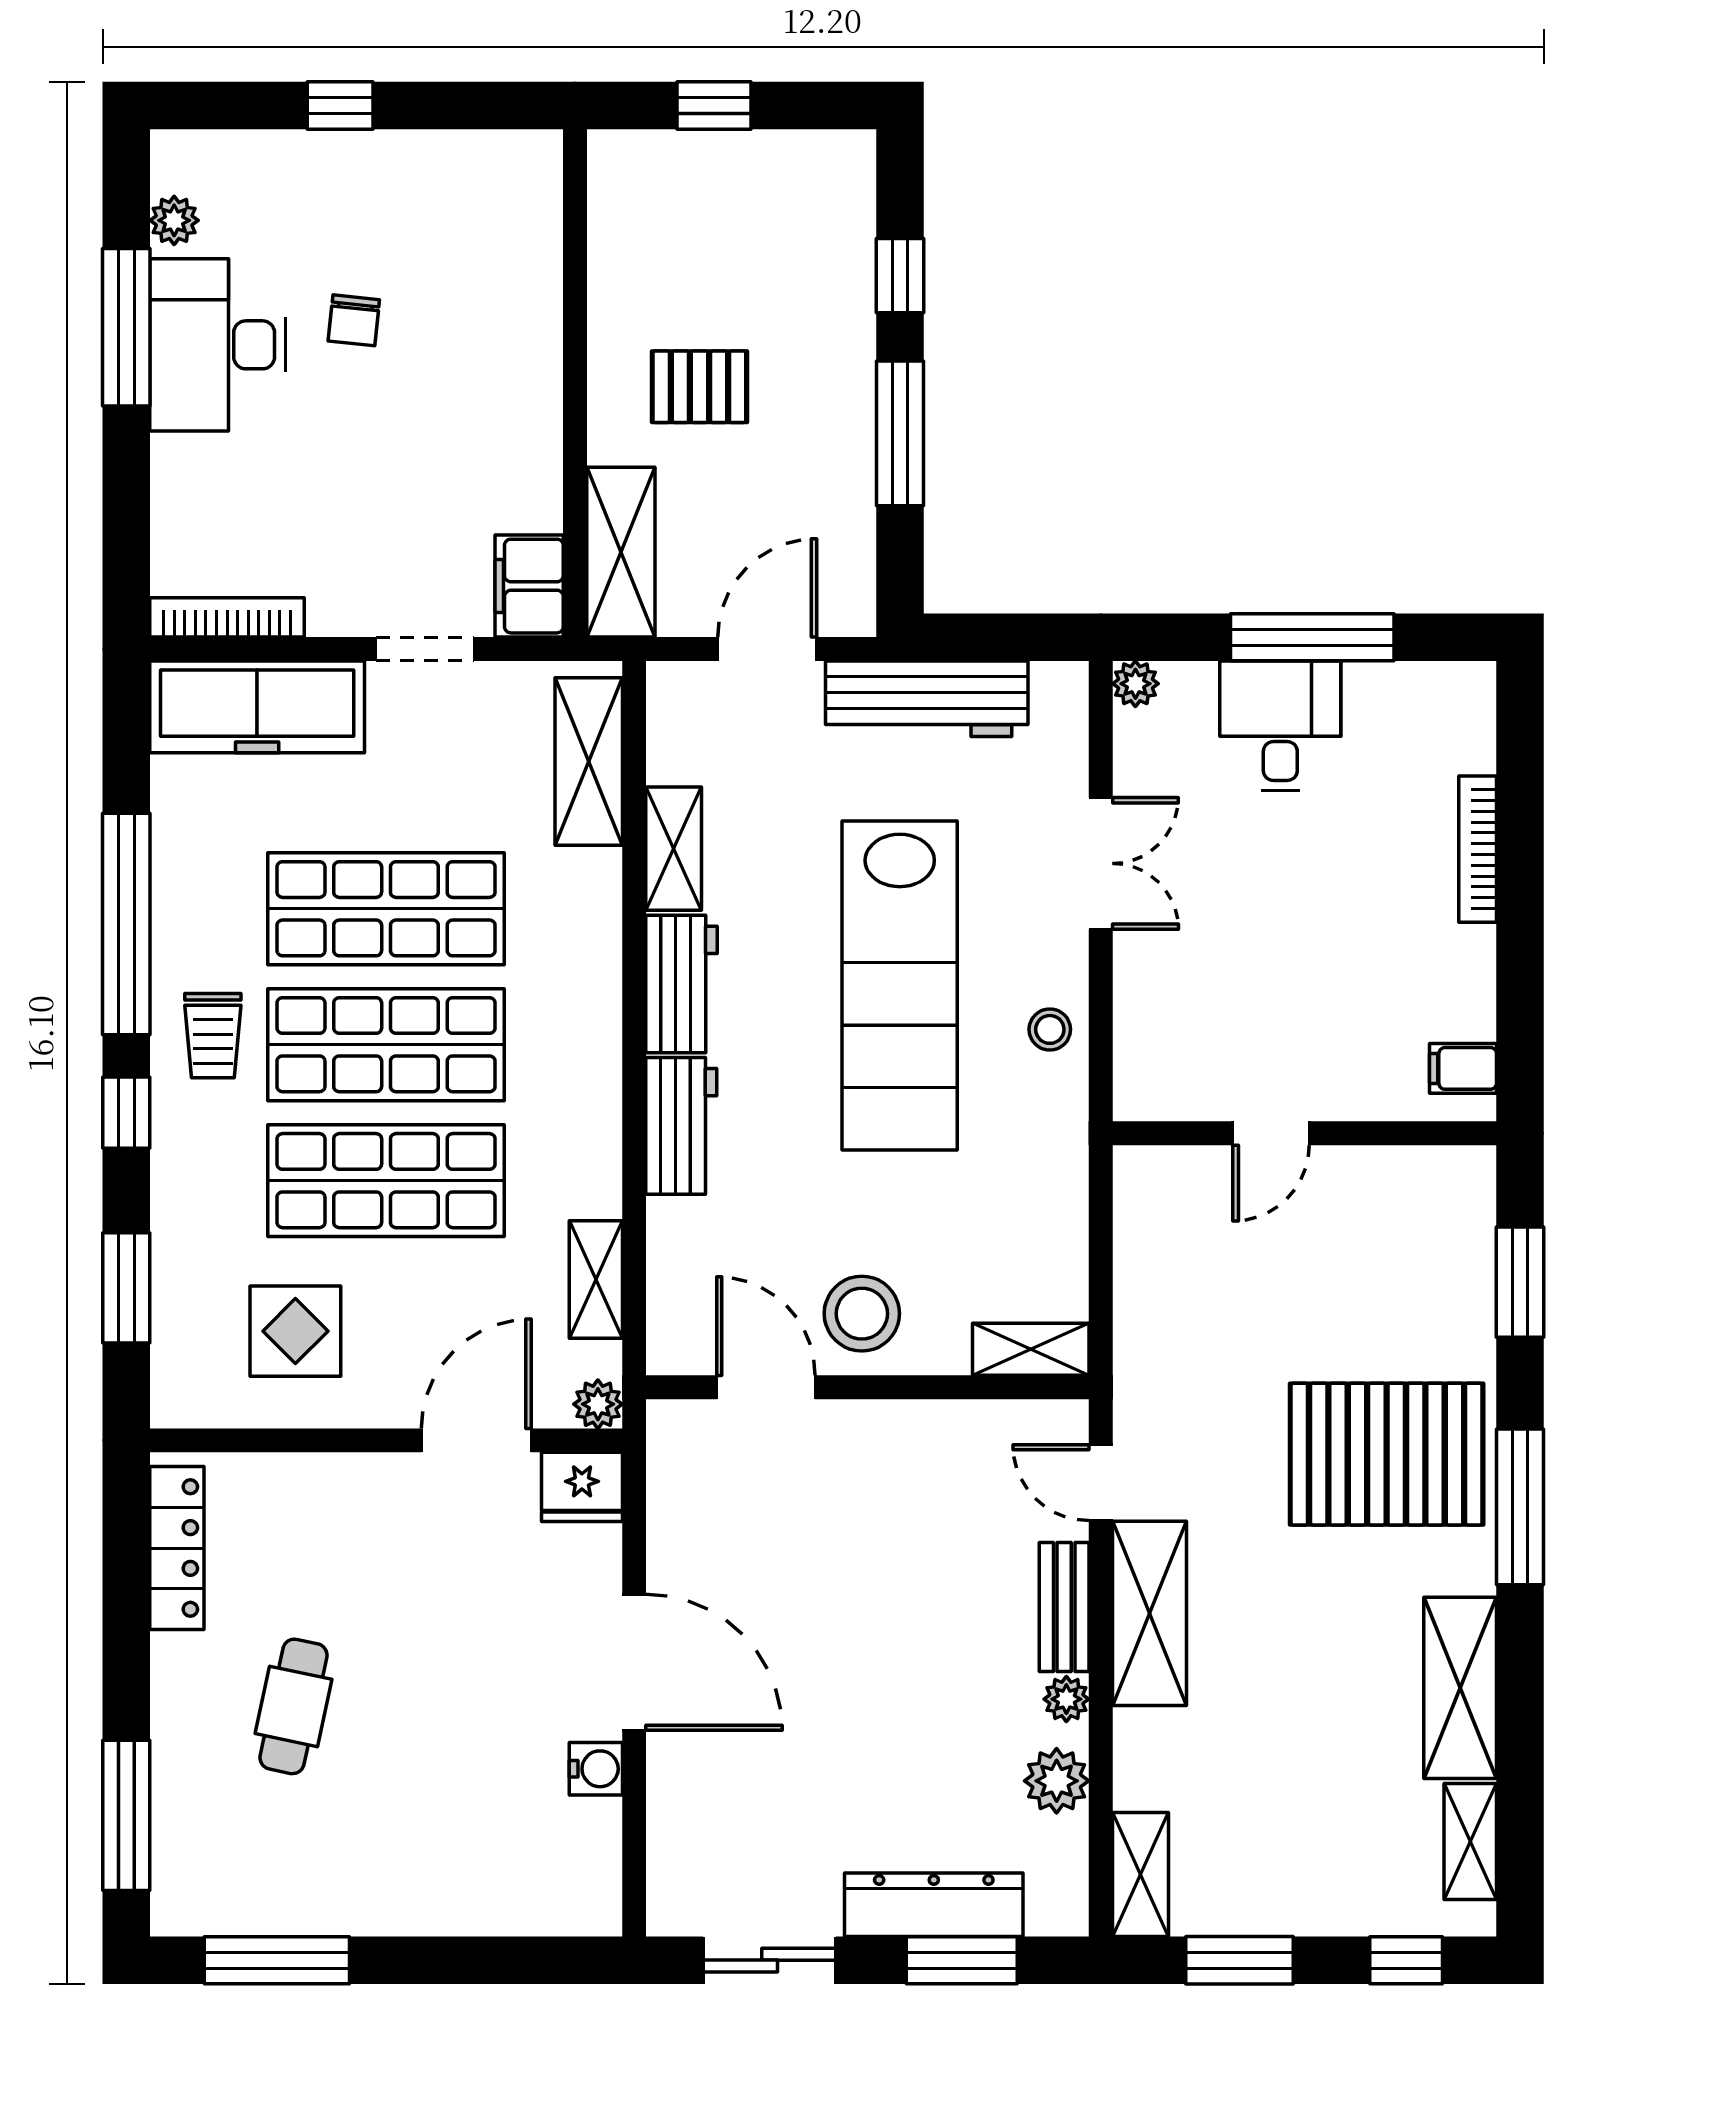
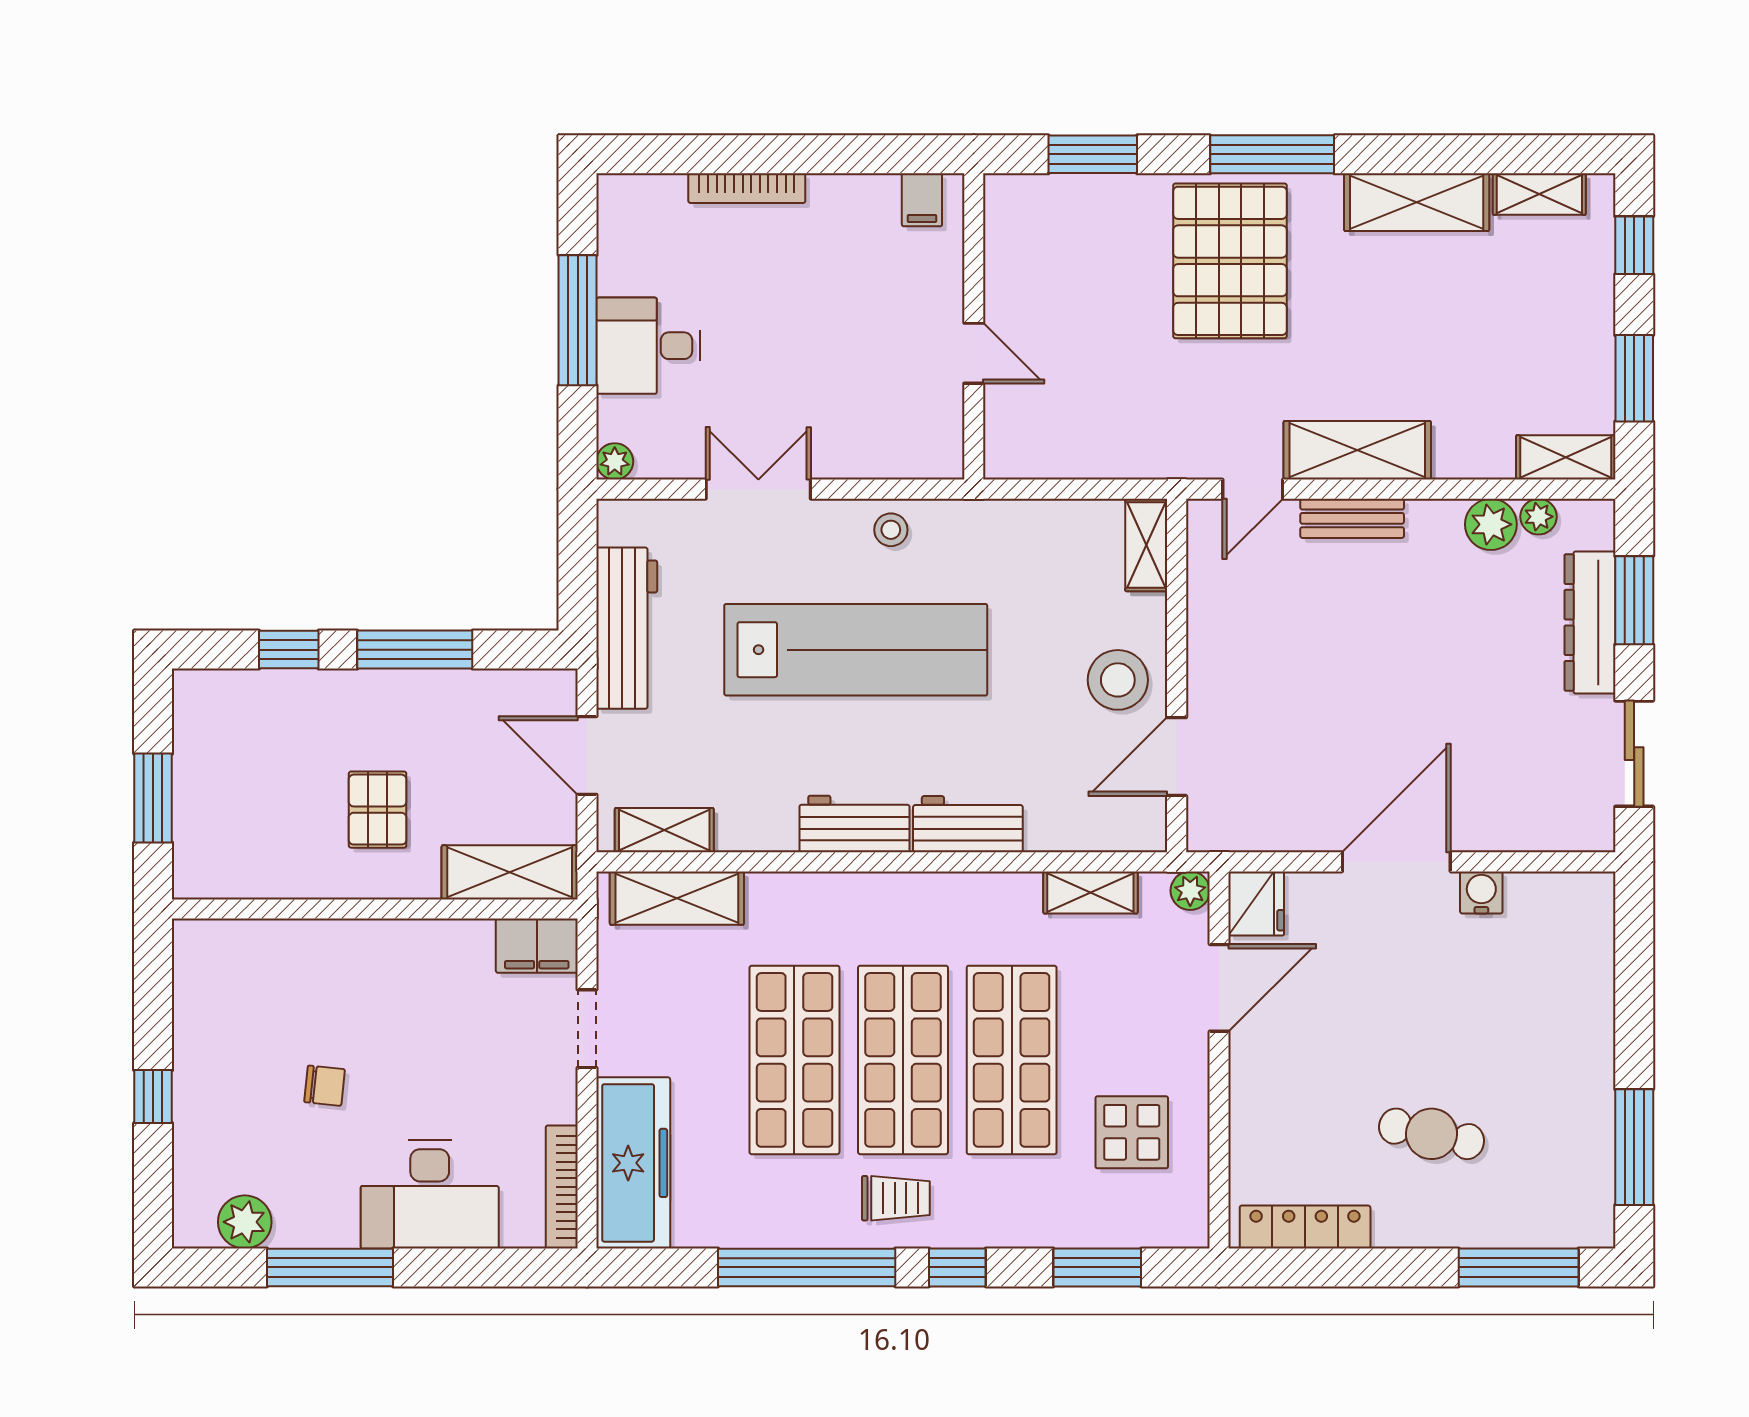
window: (714, 106) -> (153, 798), width x1.50
plant: (174, 220) -> (245, 1222), width x1.38, depth x1.38
desk: (218, 345) -> (430, 1195), moved
shelving: (674, 849) -> (664, 830), moved
door: (476, 1440) -> (1219, 988), swing flipped
plant: (1066, 1699) -> (1538, 517), moved

